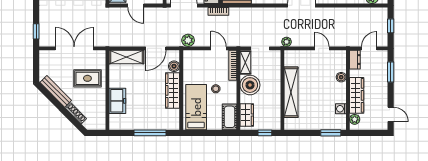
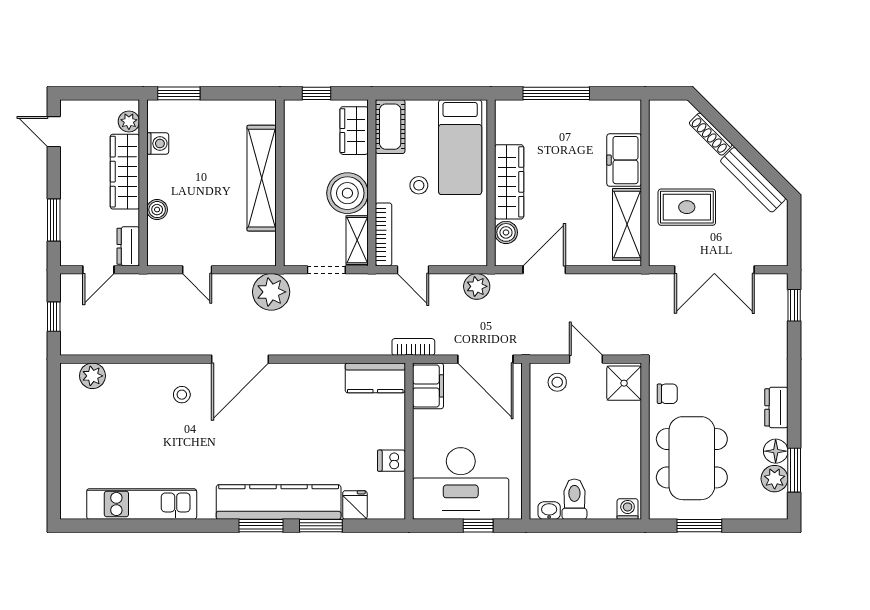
plant: (287, 42) -> (271, 292), width x1.88, depth x1.88
shelving: (126, 57) -> (627, 224), moved, turned 90

